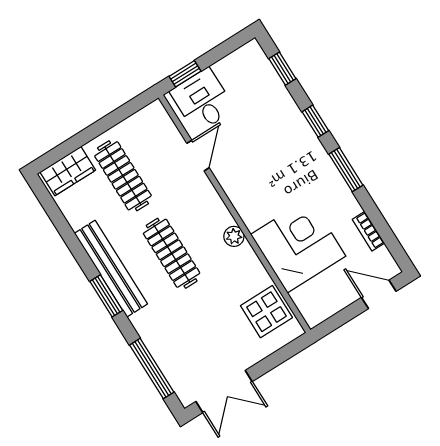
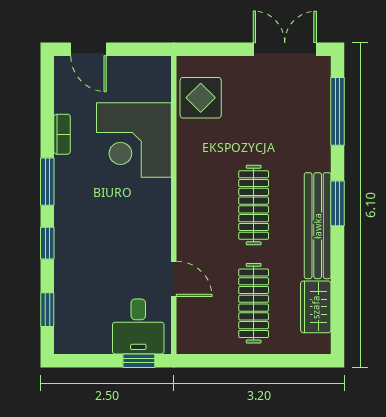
door: (198, 156) -> (174, 279), swing flipped
wardrobe: (68, 171) -> (316, 307), moved, turned -90
bookcase: (368, 231) -> (62, 134), moved
plant: (234, 236) -> (187, 185), removed

